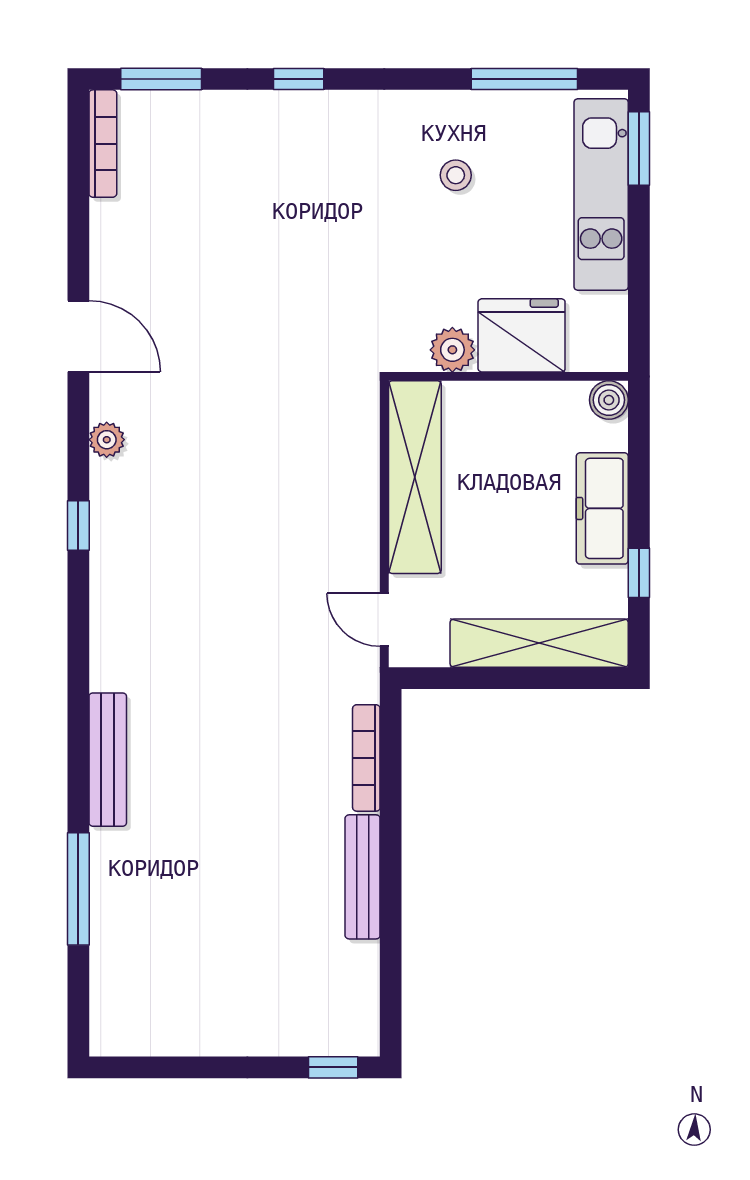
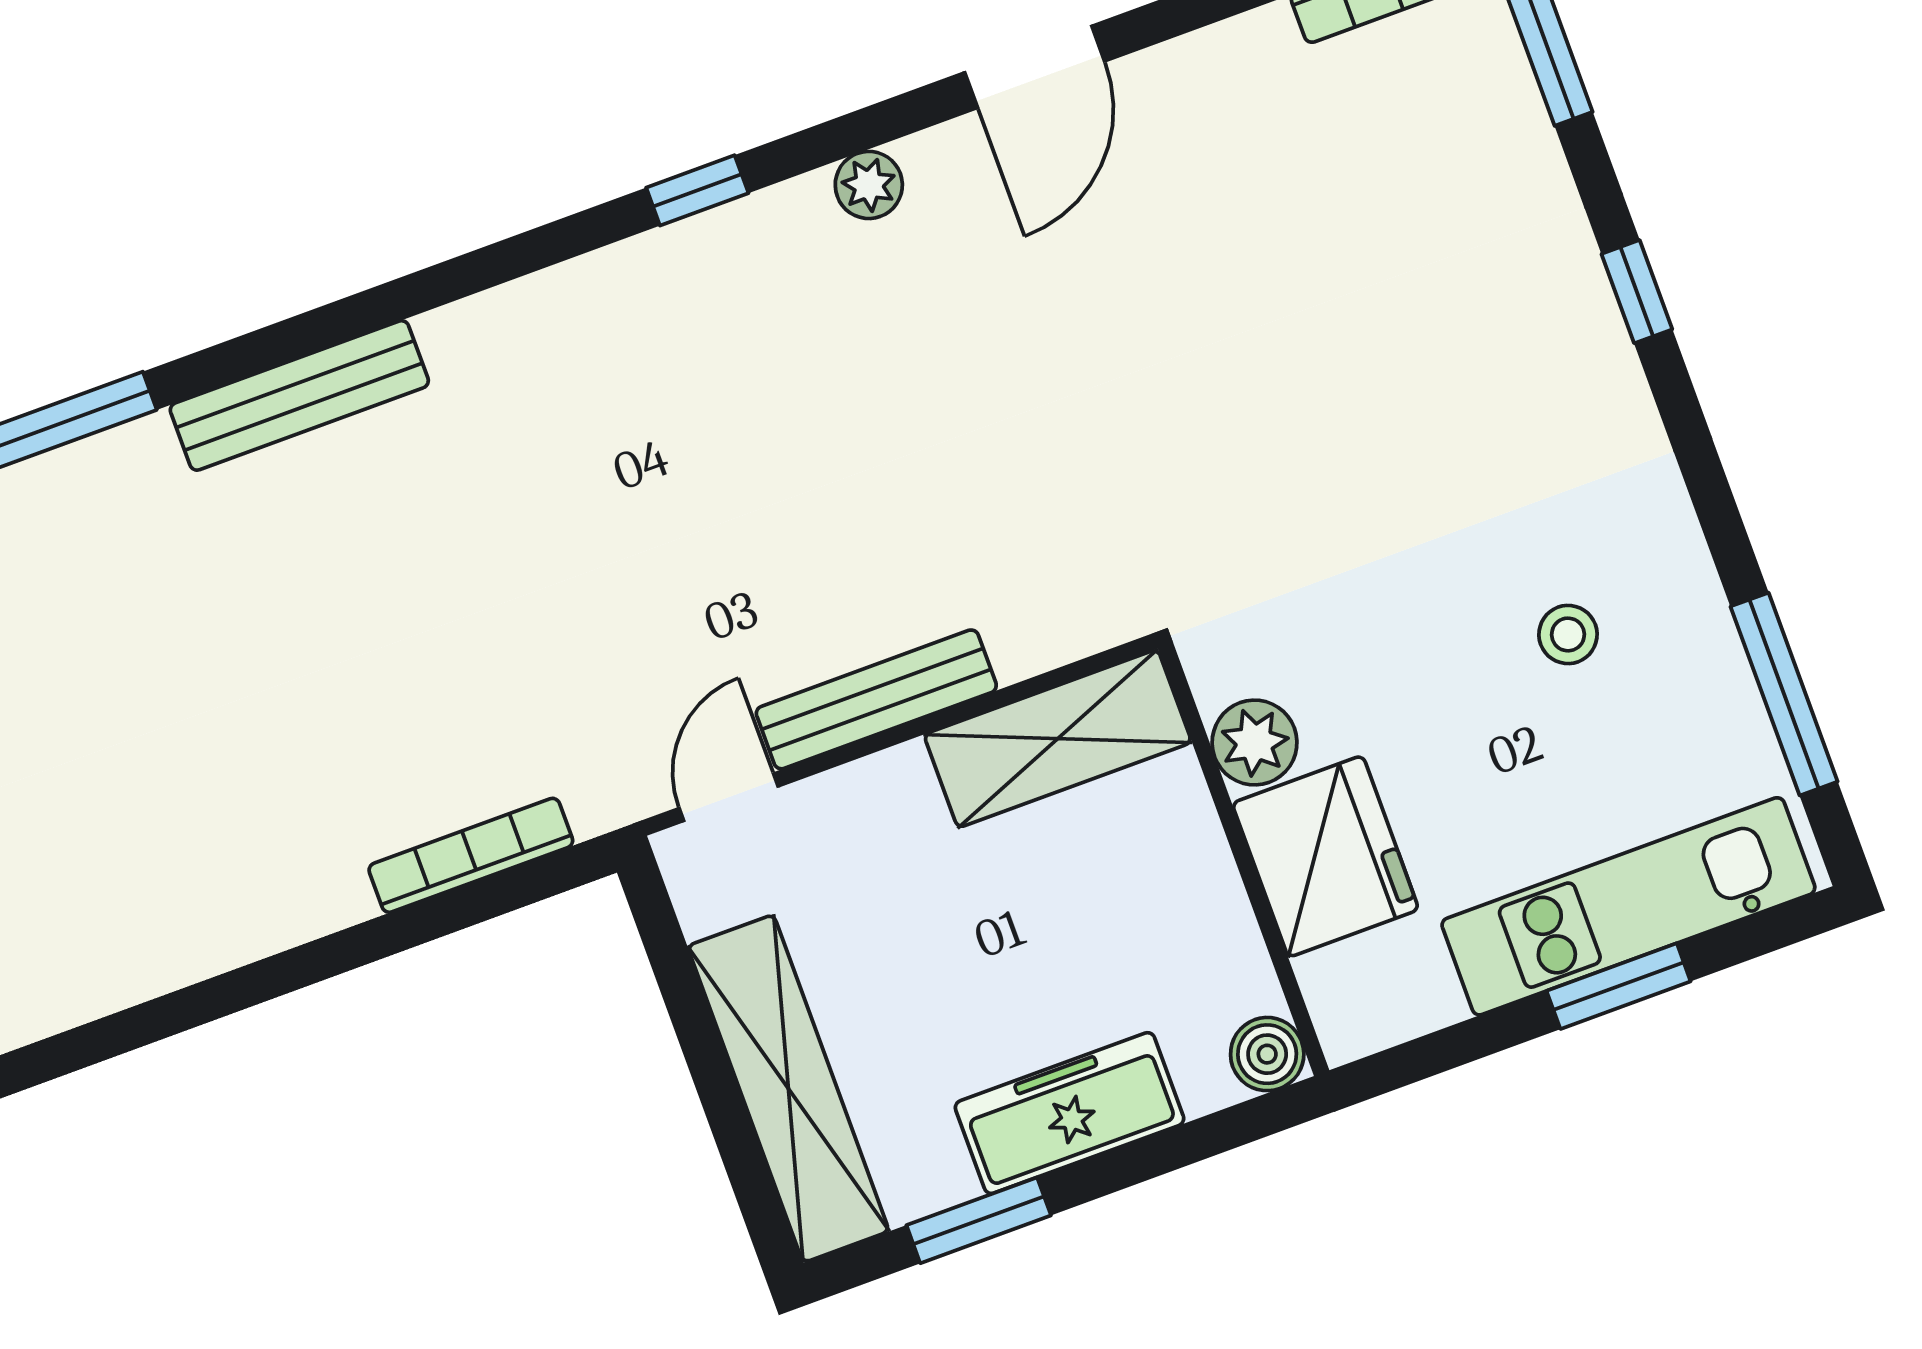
window: (639, 149) -> (1619, 986), moved
shelving: (415, 477) -> (1058, 739), width x0.68
window: (639, 573) -> (979, 1220), width x1.50
bench: (363, 877) -> (876, 699), moved

